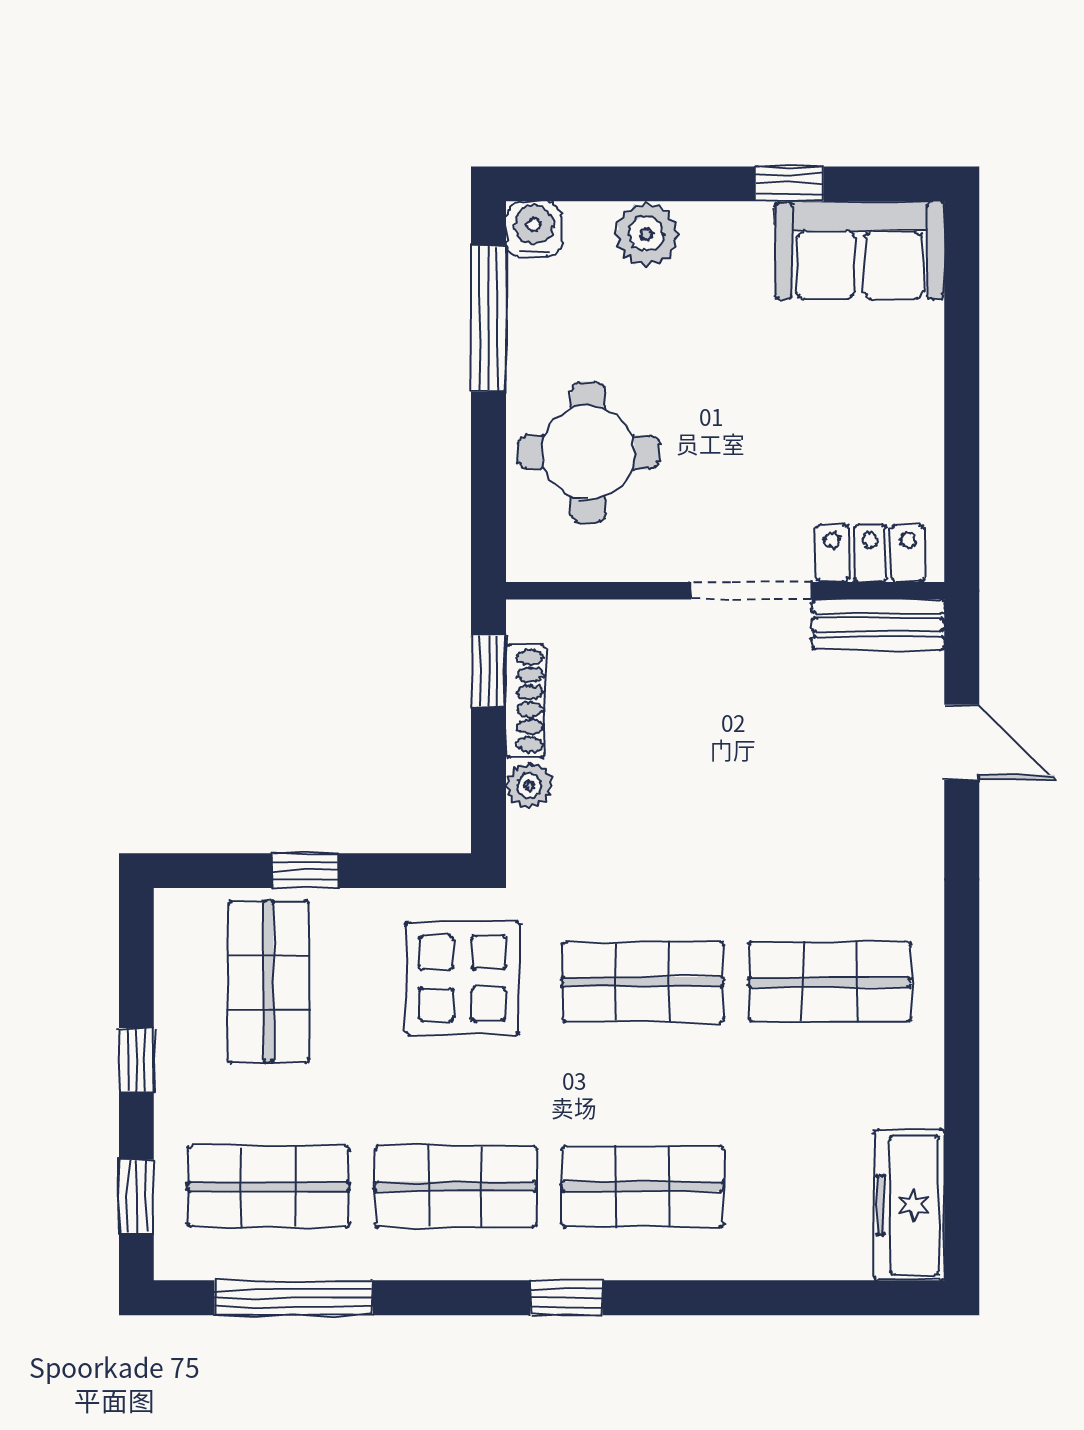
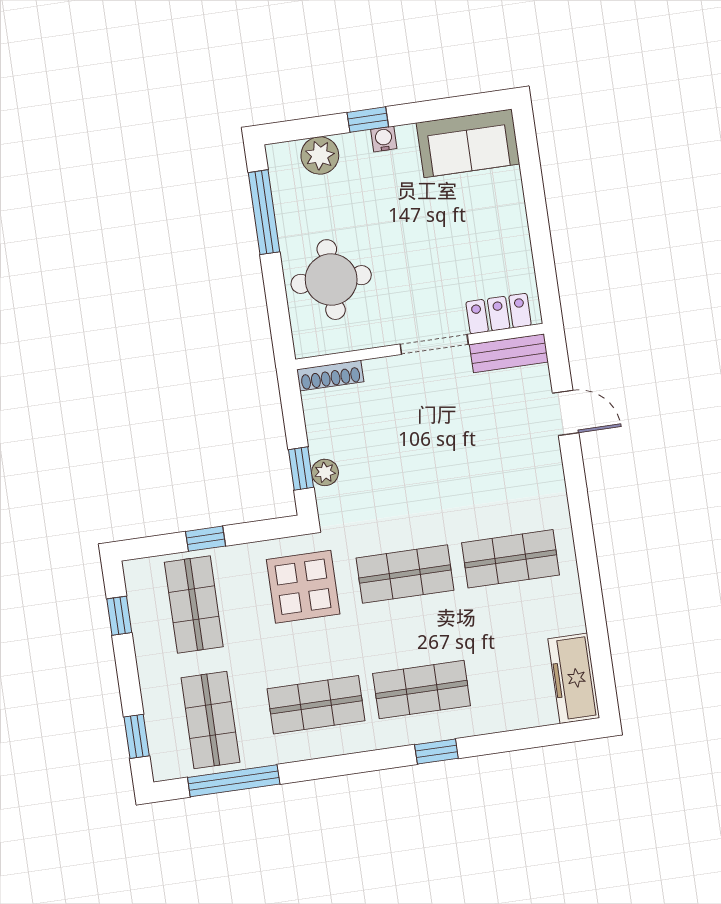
window: (789, 184) -> (368, 120), moved
water cooler: (534, 229) -> (384, 139), moved, width x0.72, depth x0.72
plant: (646, 234) -> (320, 155), moved
window: (488, 671) -> (301, 469), moved
shoe rack: (525, 701) -> (330, 376), moved, turned 90
window: (136, 1060) -> (119, 616), moved
shop shelf: (269, 1187) -> (210, 720), turned 90
window: (567, 1298) -> (436, 752), moved

